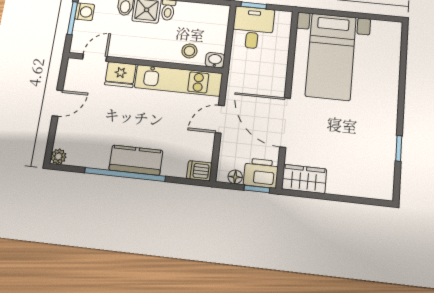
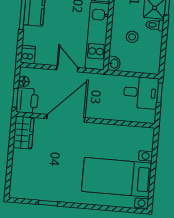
stool: (189, 51) -> (132, 37), moved
bed with nightstands: (331, 56) -> (117, 177), moved

